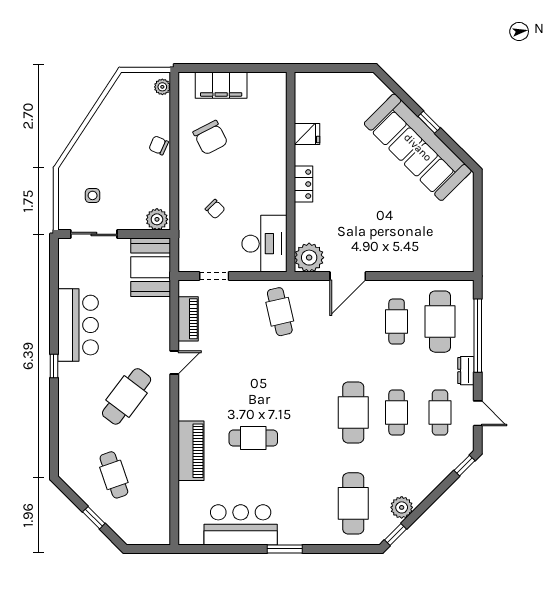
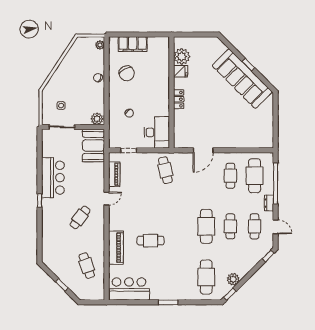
plant: (309, 258) -> (182, 56), moved
cafe table: (127, 396) -> (80, 217), width x0.73, depth x0.74
cafe table: (114, 475) -> (87, 266), moved
bar counter: (241, 525) -> (129, 289), moved

